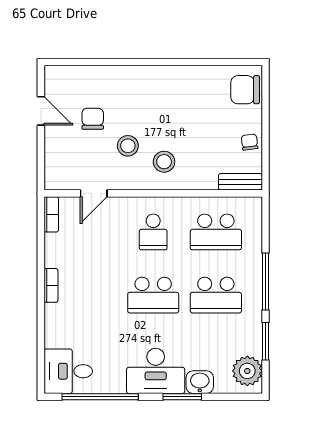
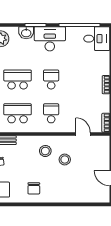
chair: (93, 119) -> (34, 188), moved
door: (94, 193) -> (83, 134), hinge flipped
school desk: (153, 295) -> (51, 79), width x0.54

